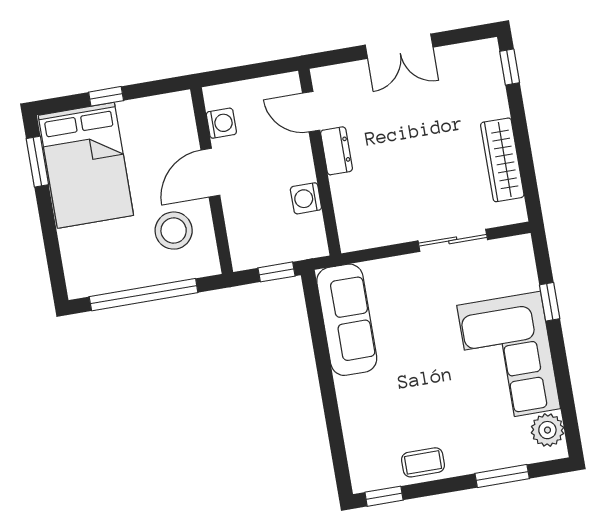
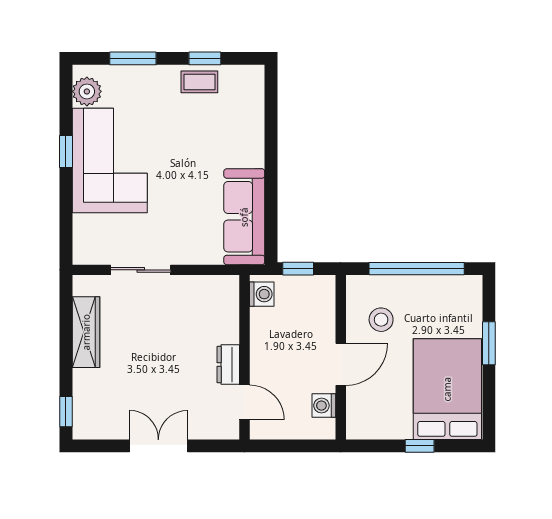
window: (37, 162) -> (489, 343), moved
washing machine: (306, 198) -> (262, 294), moved
stool: (174, 231) -> (381, 320), width x0.73, depth x0.73
window: (550, 302) -> (66, 151), moved
window: (384, 496) -> (205, 58), moved

